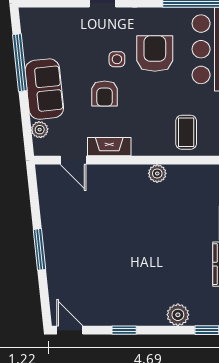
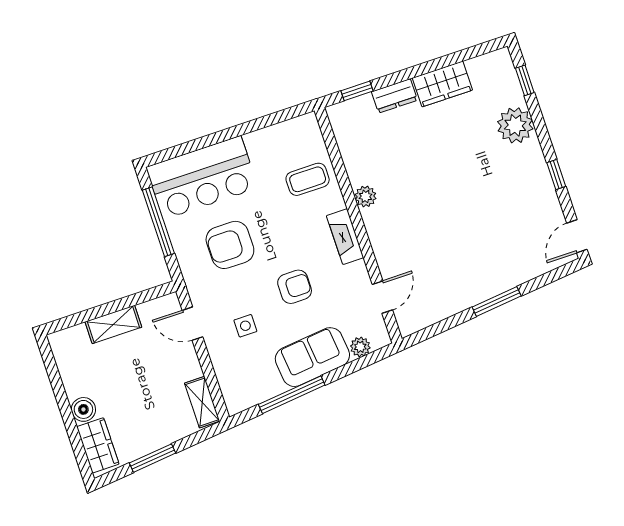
side table: (117, 59) -> (245, 326), moved
fireplace: (109, 147) -> (345, 237), moved
plant: (178, 315) -> (515, 125), width x1.36, depth x1.36

